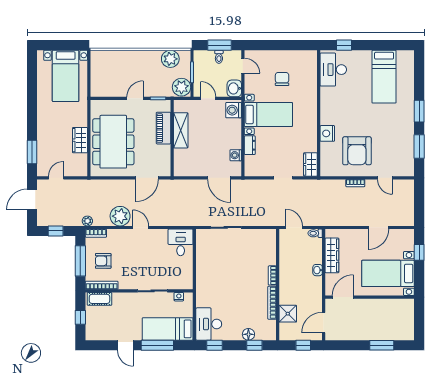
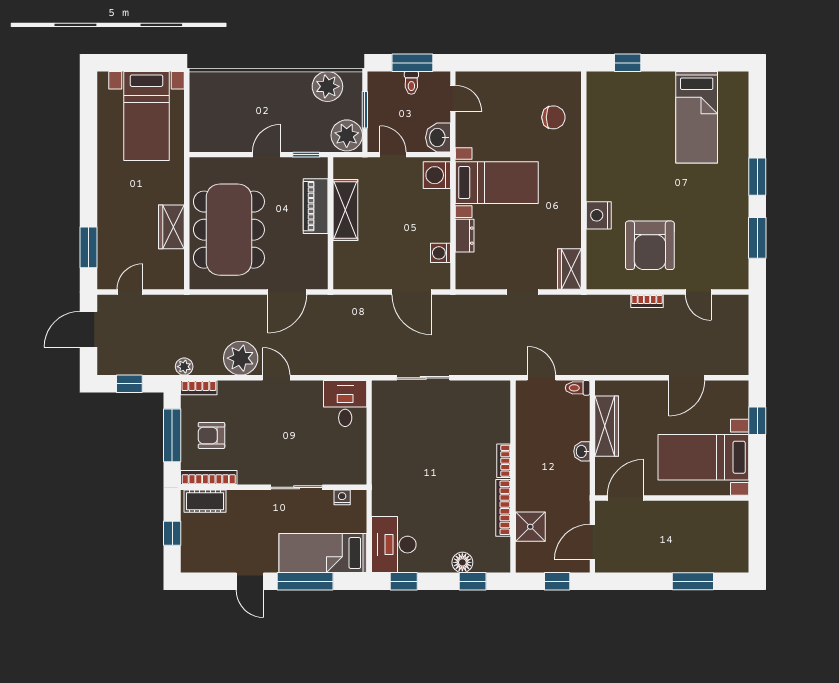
desk: (333, 70) -> (609, 105), removed
chair: (282, 79) -> (553, 117), moved, turned 90

